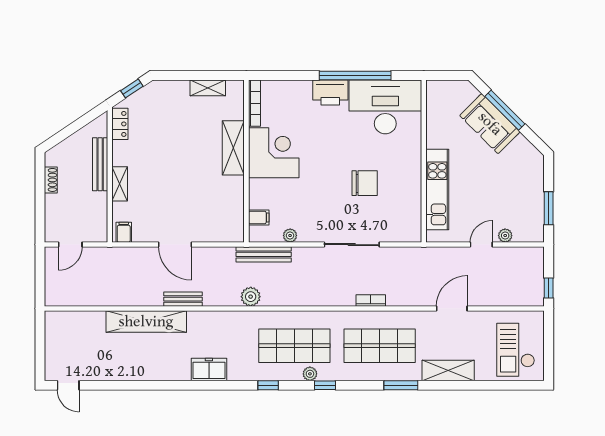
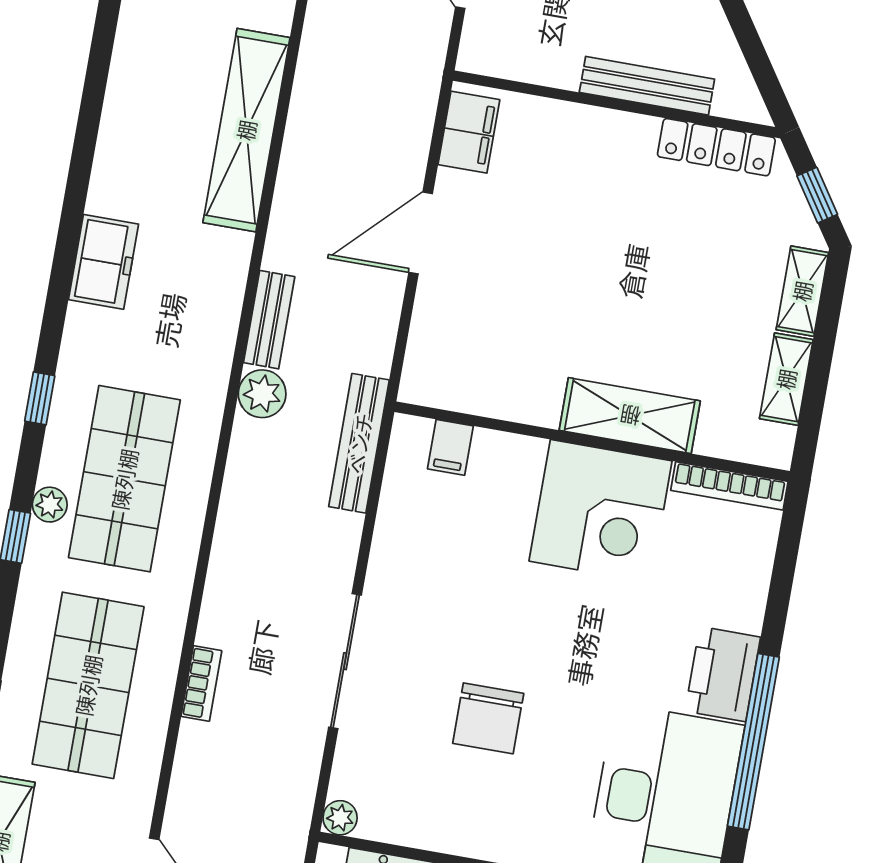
locker: (120, 124) -> (716, 147), width x1.53
shelving: (120, 184) -> (802, 291), moved, turned 90
filing cabinet: (124, 232) -> (469, 132), width x2.00
plant: (290, 235) -> (340, 818), moved
bench: (183, 299) -> (269, 320), moved

